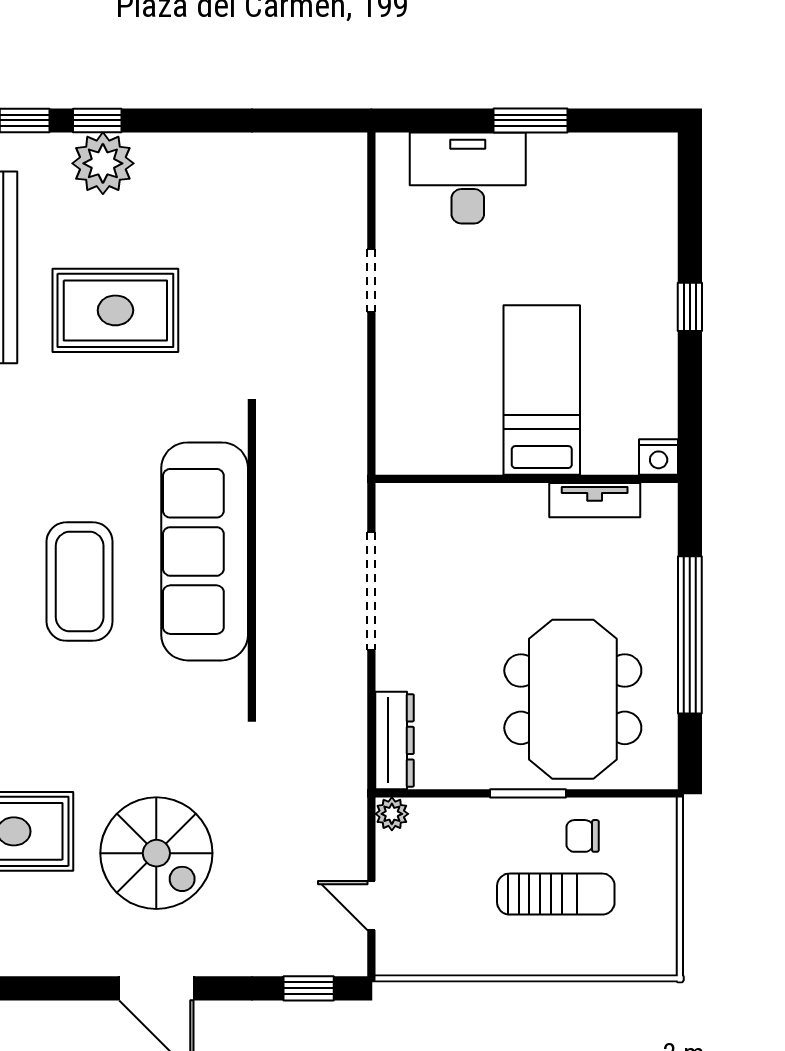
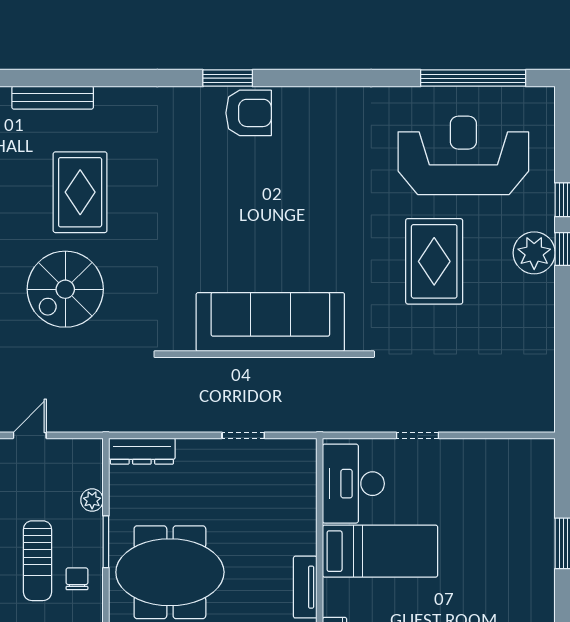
desk: (468, 178) -> (353, 484), moved, turned 180
doorway: (371, 281) -> (417, 435), moved
coffee table: (80, 582) -> (250, 237), removed
doorway: (371, 591) -> (243, 435), width x0.53
plant: (392, 814) -> (92, 500), moved

